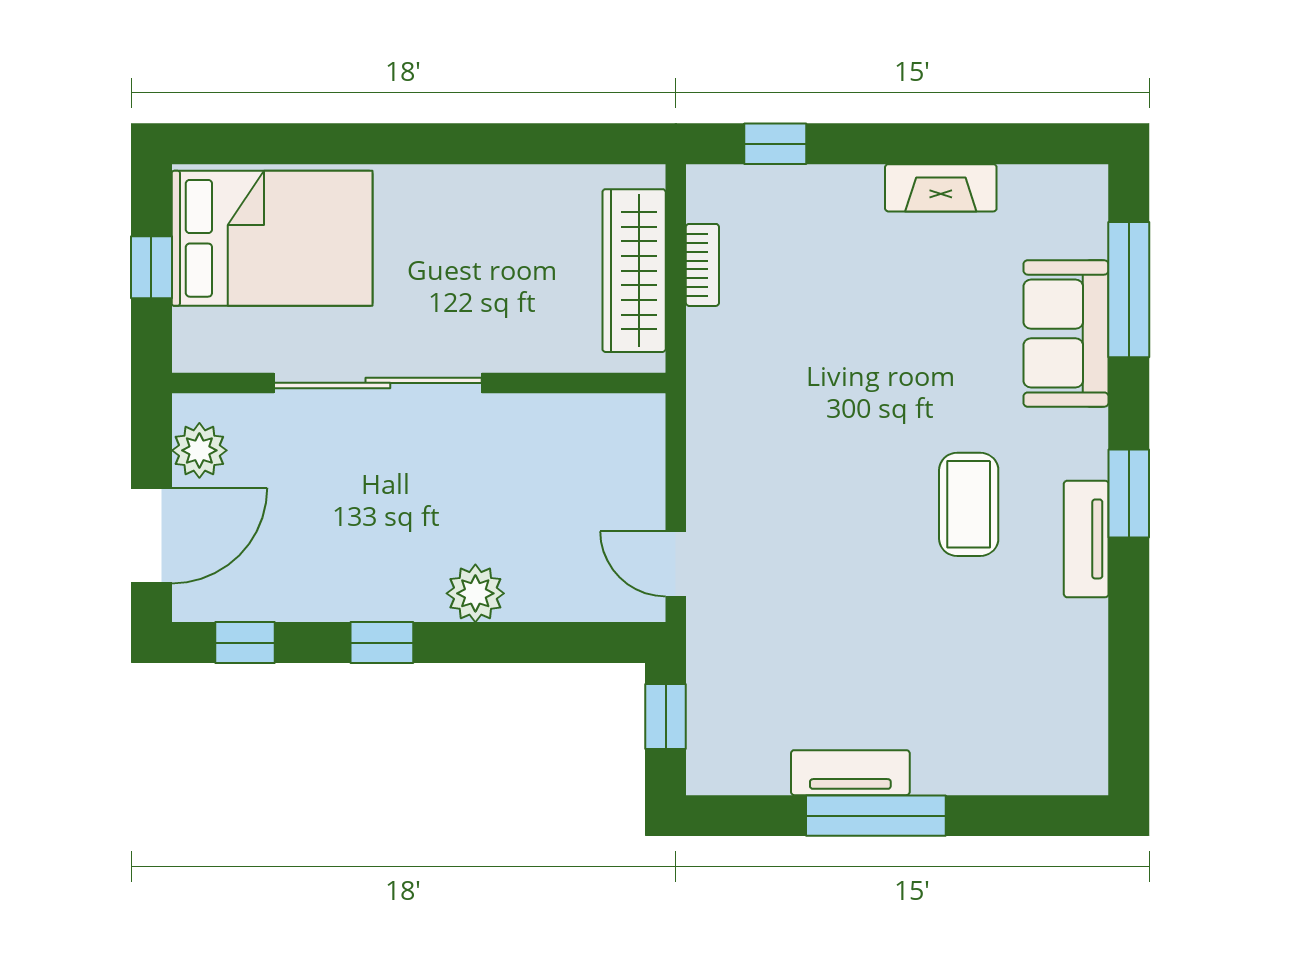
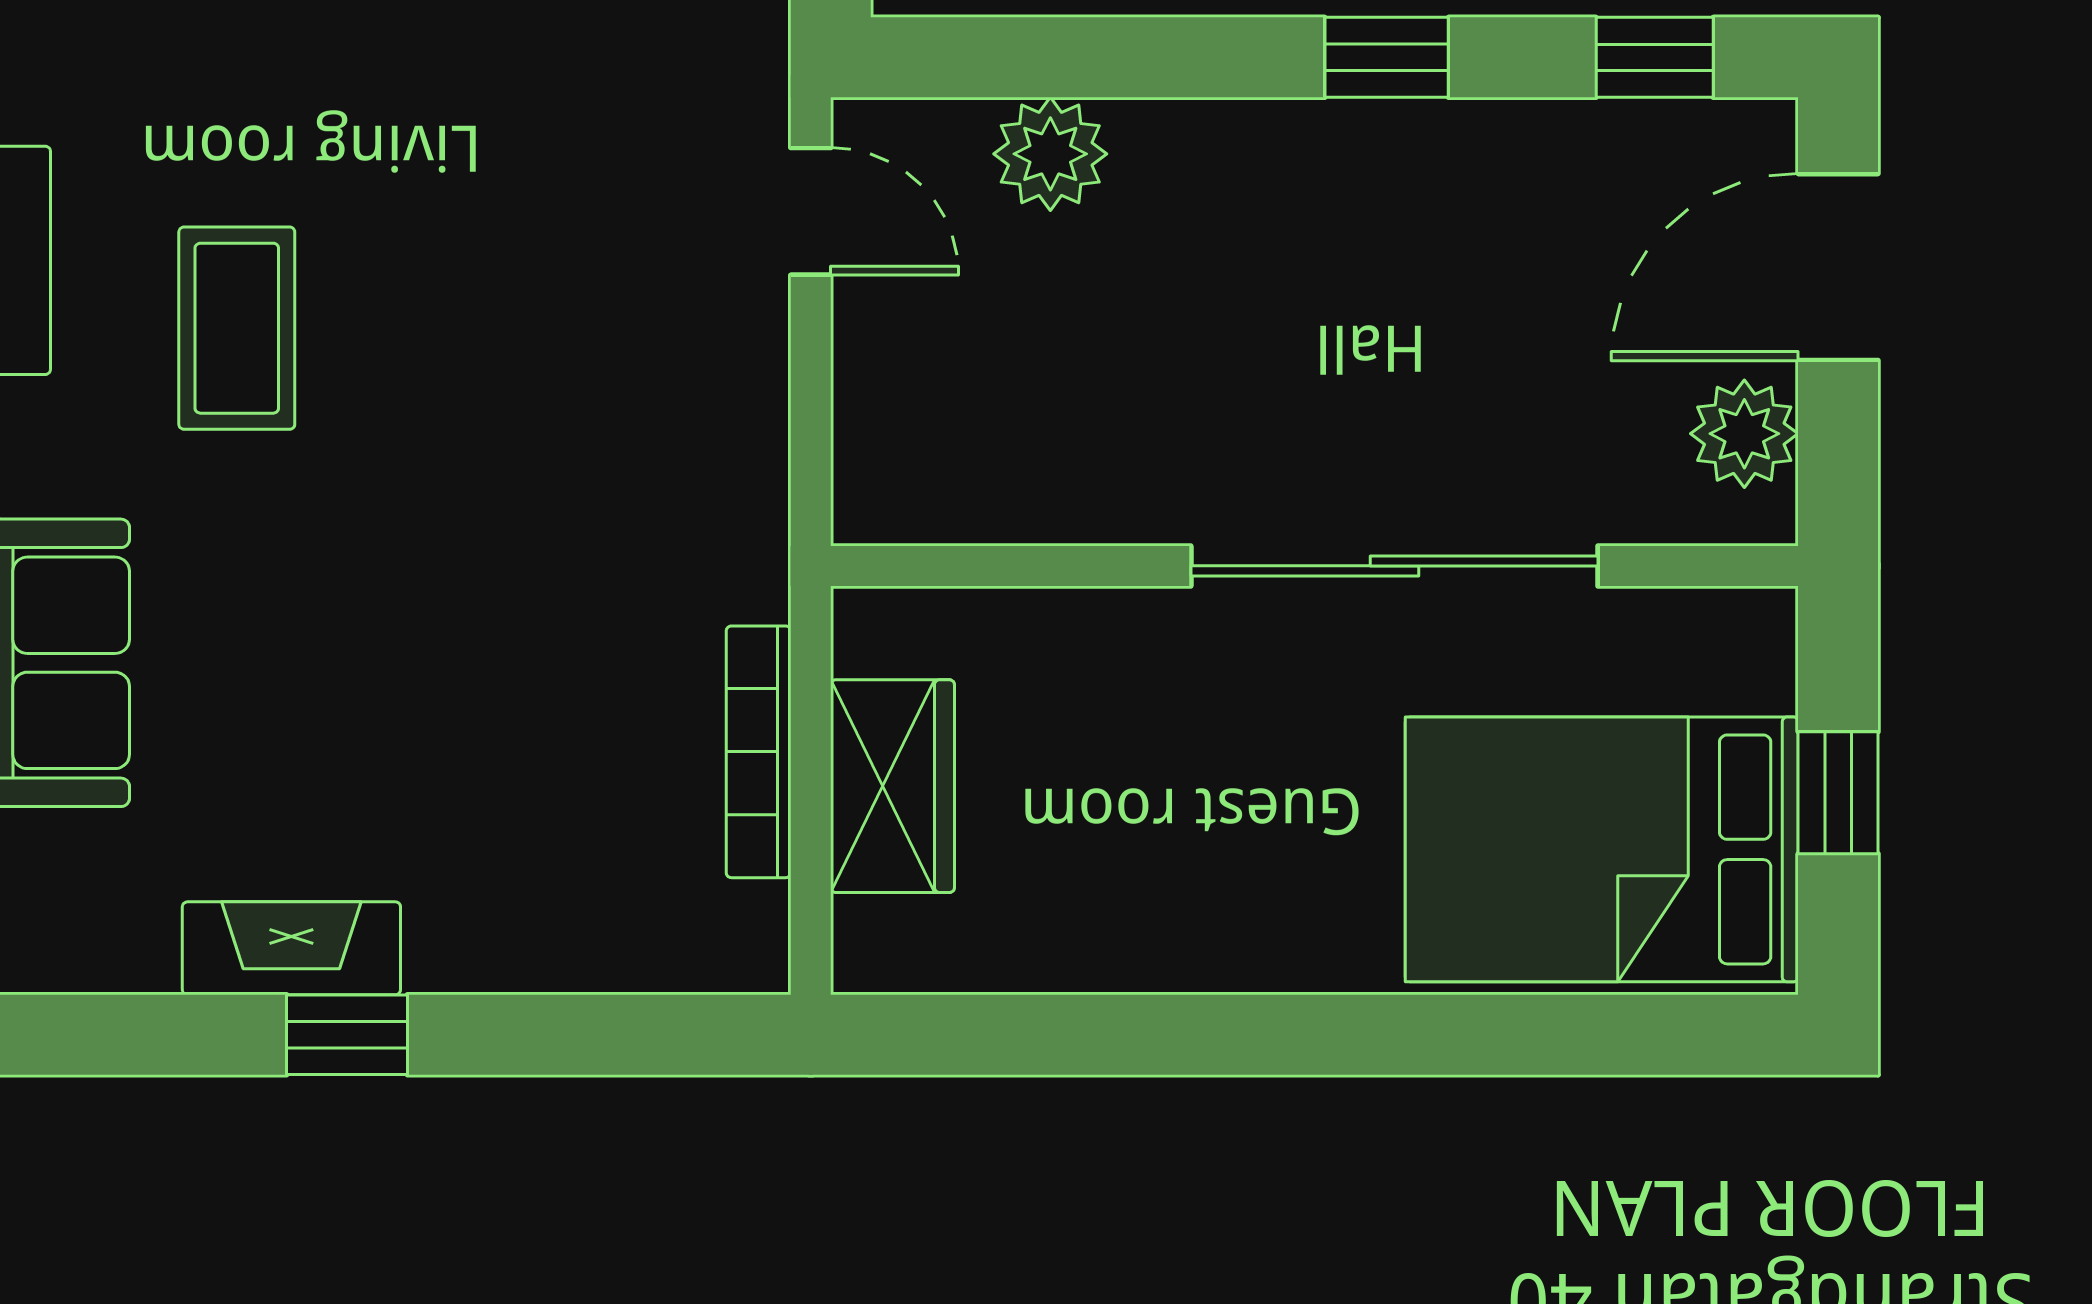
window: (775, 144) -> (347, 1035), moved
bookcase: (702, 265) -> (759, 752), width x1.56
wardrobe: (634, 271) -> (893, 786), width x0.67
plant: (475, 593) -> (1050, 154), moved

